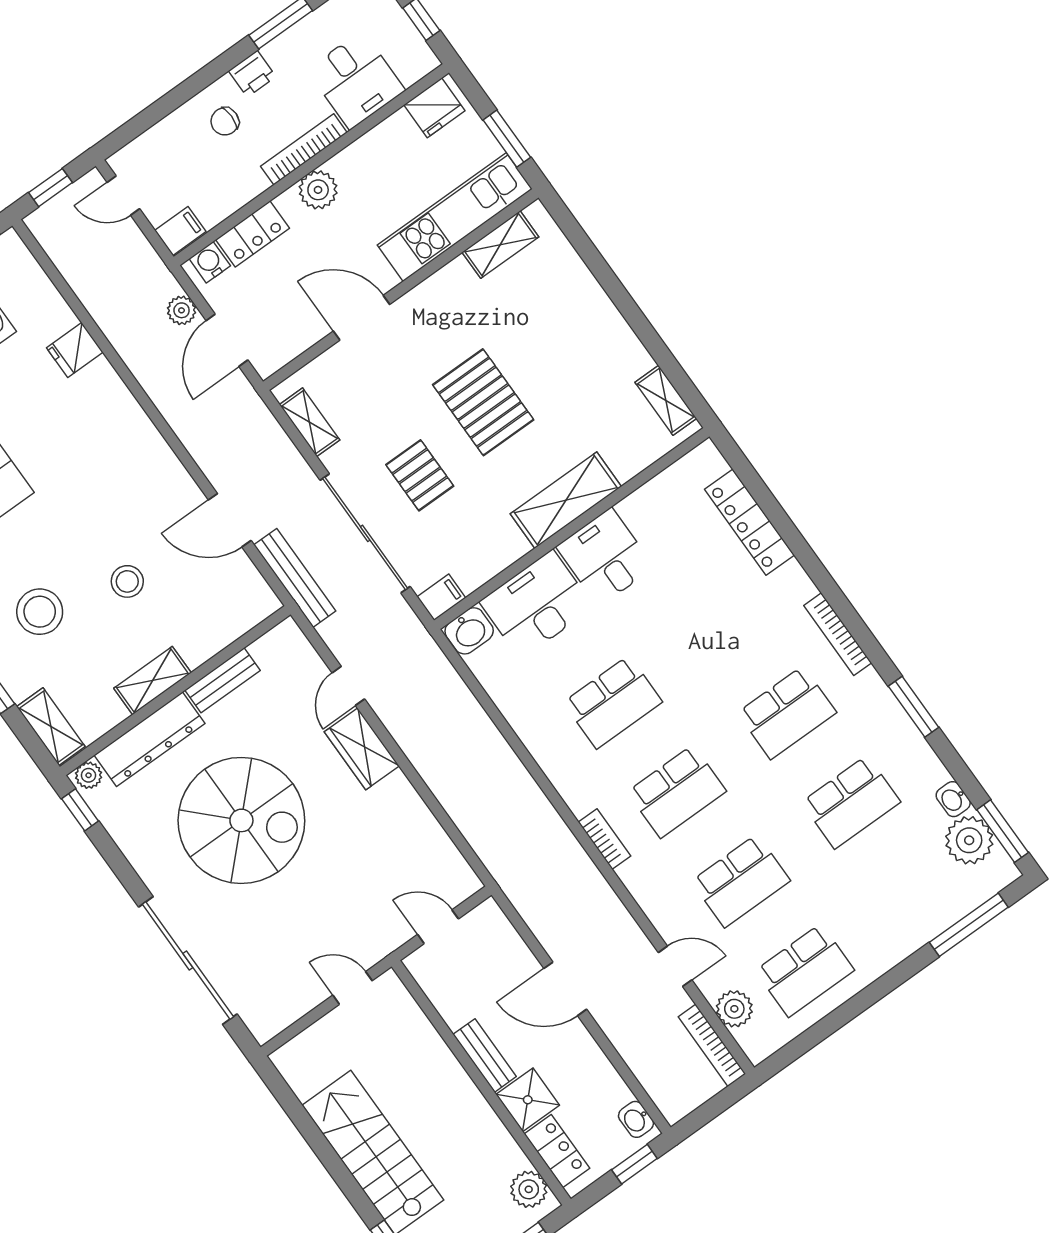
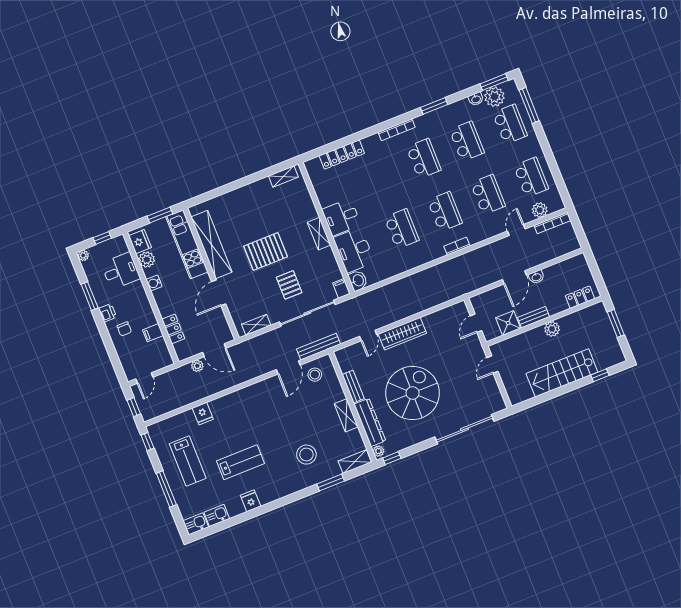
bookcase: (304, 149) -> (144, 299), removed
plant: (318, 190) -> (147, 260), moved
filing cabinet: (180, 231) -> (153, 333), moved, turned -90
shelving: (500, 245) -> (212, 245), width x2.20, depth x1.33
water cooler: (210, 262) -> (154, 283), moved
pallet: (420, 475) -> (289, 285), turned 90
shelving: (566, 500) -> (319, 234), width x0.67, depth x0.75
stool: (127, 581) -> (315, 375), moved
door: (348, 686) -> (368, 336), hinge flipped
wardrobe: (362, 749) -> (402, 334), width x1.50
school desk: (915, 891) -> (510, 124), added
shower: (528, 1100) -> (508, 323), moved
washbasin: (636, 1119) -> (536, 277), moved
window: (634, 1164) -> (593, 267), removed
plant: (529, 1189) -> (552, 329), moved

